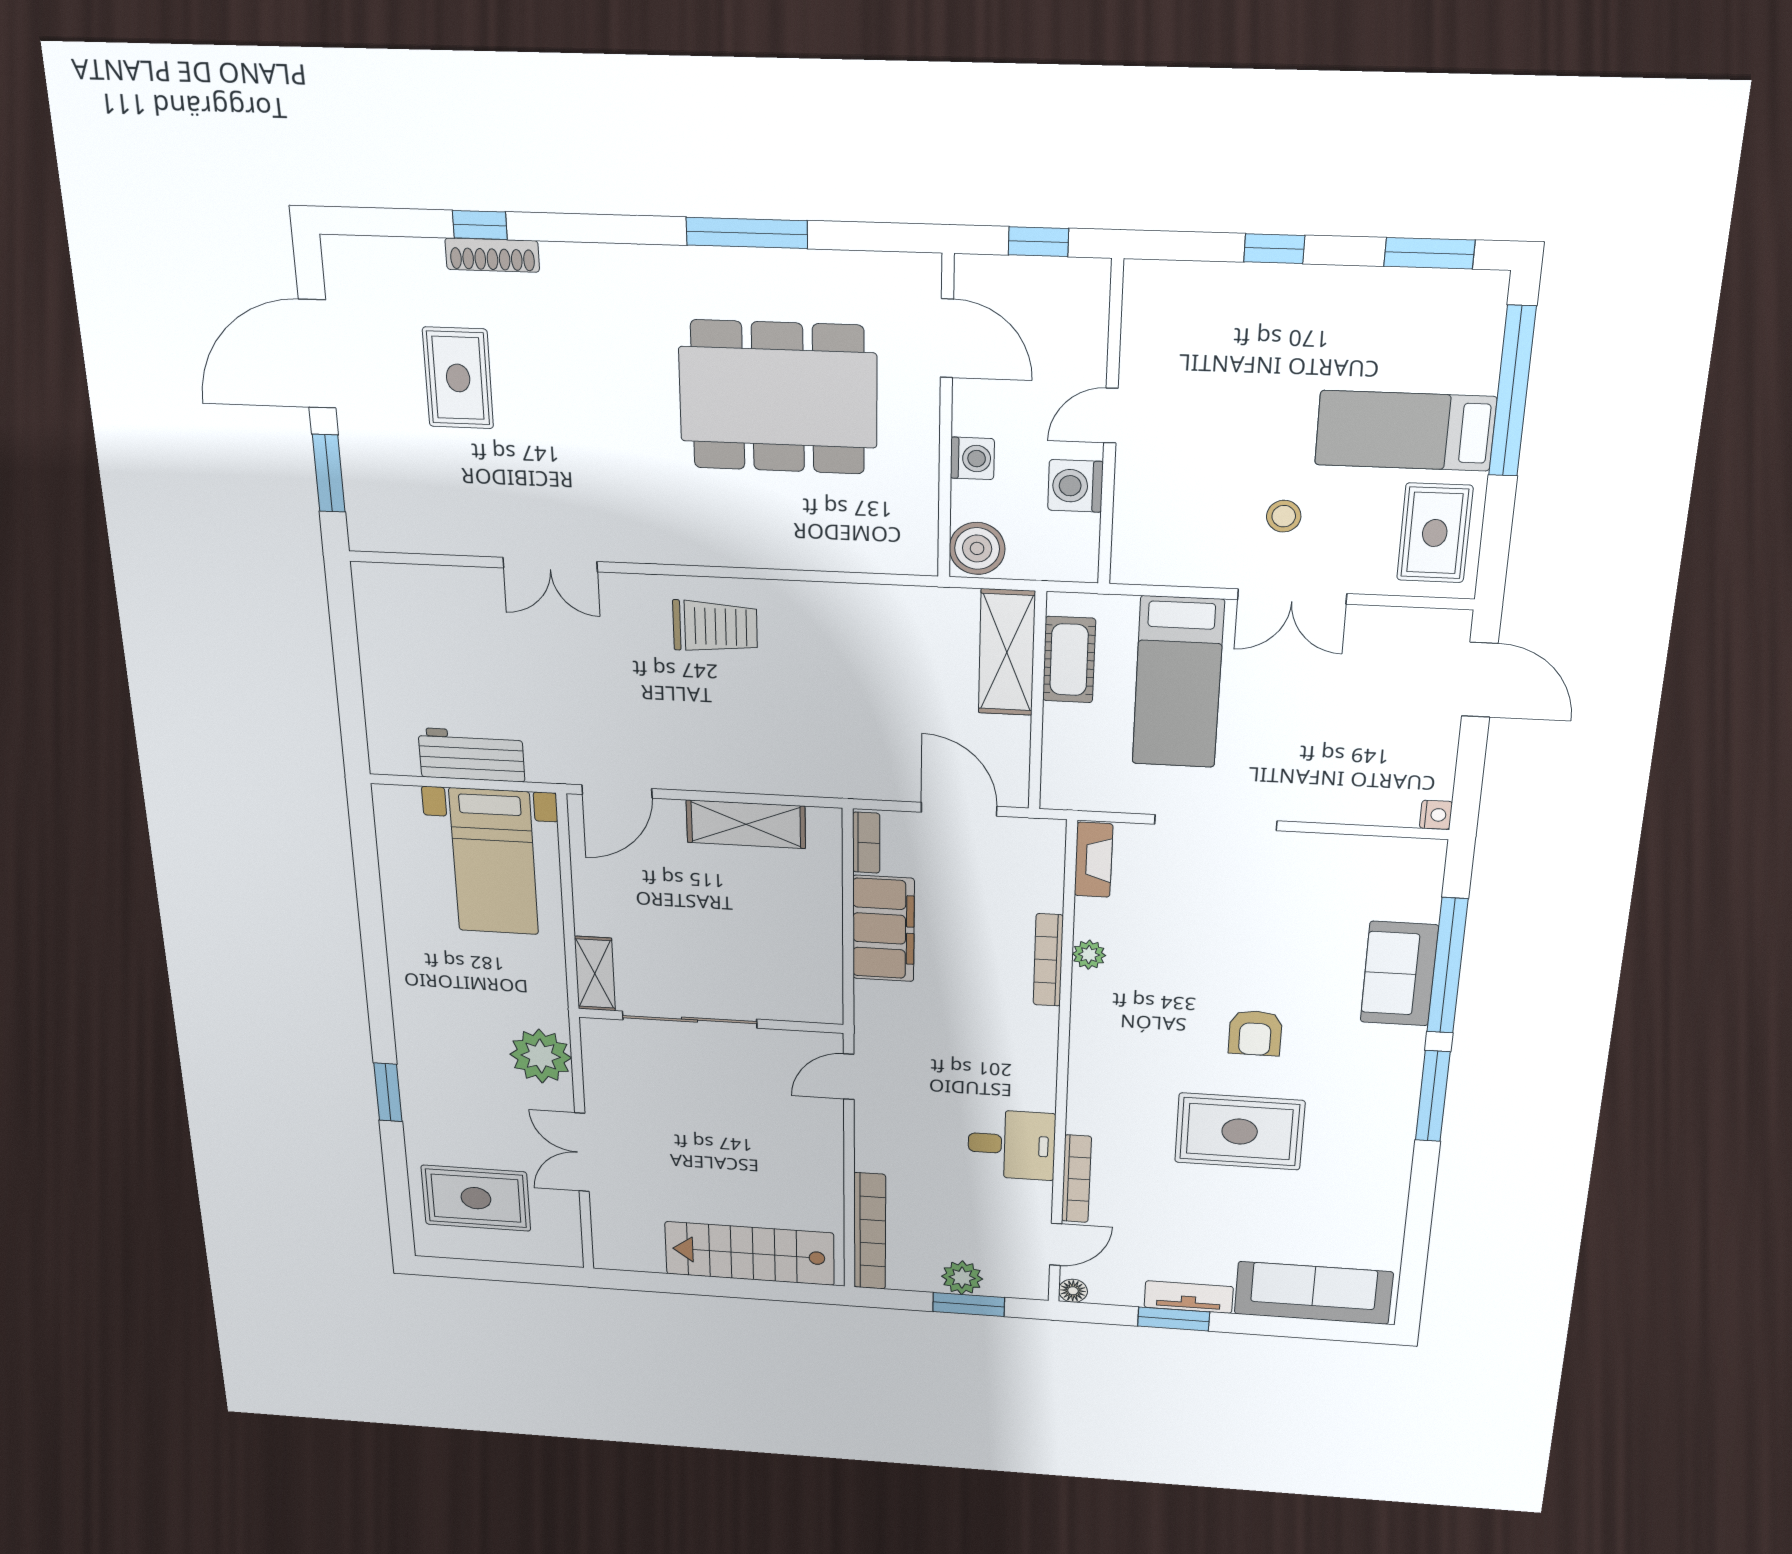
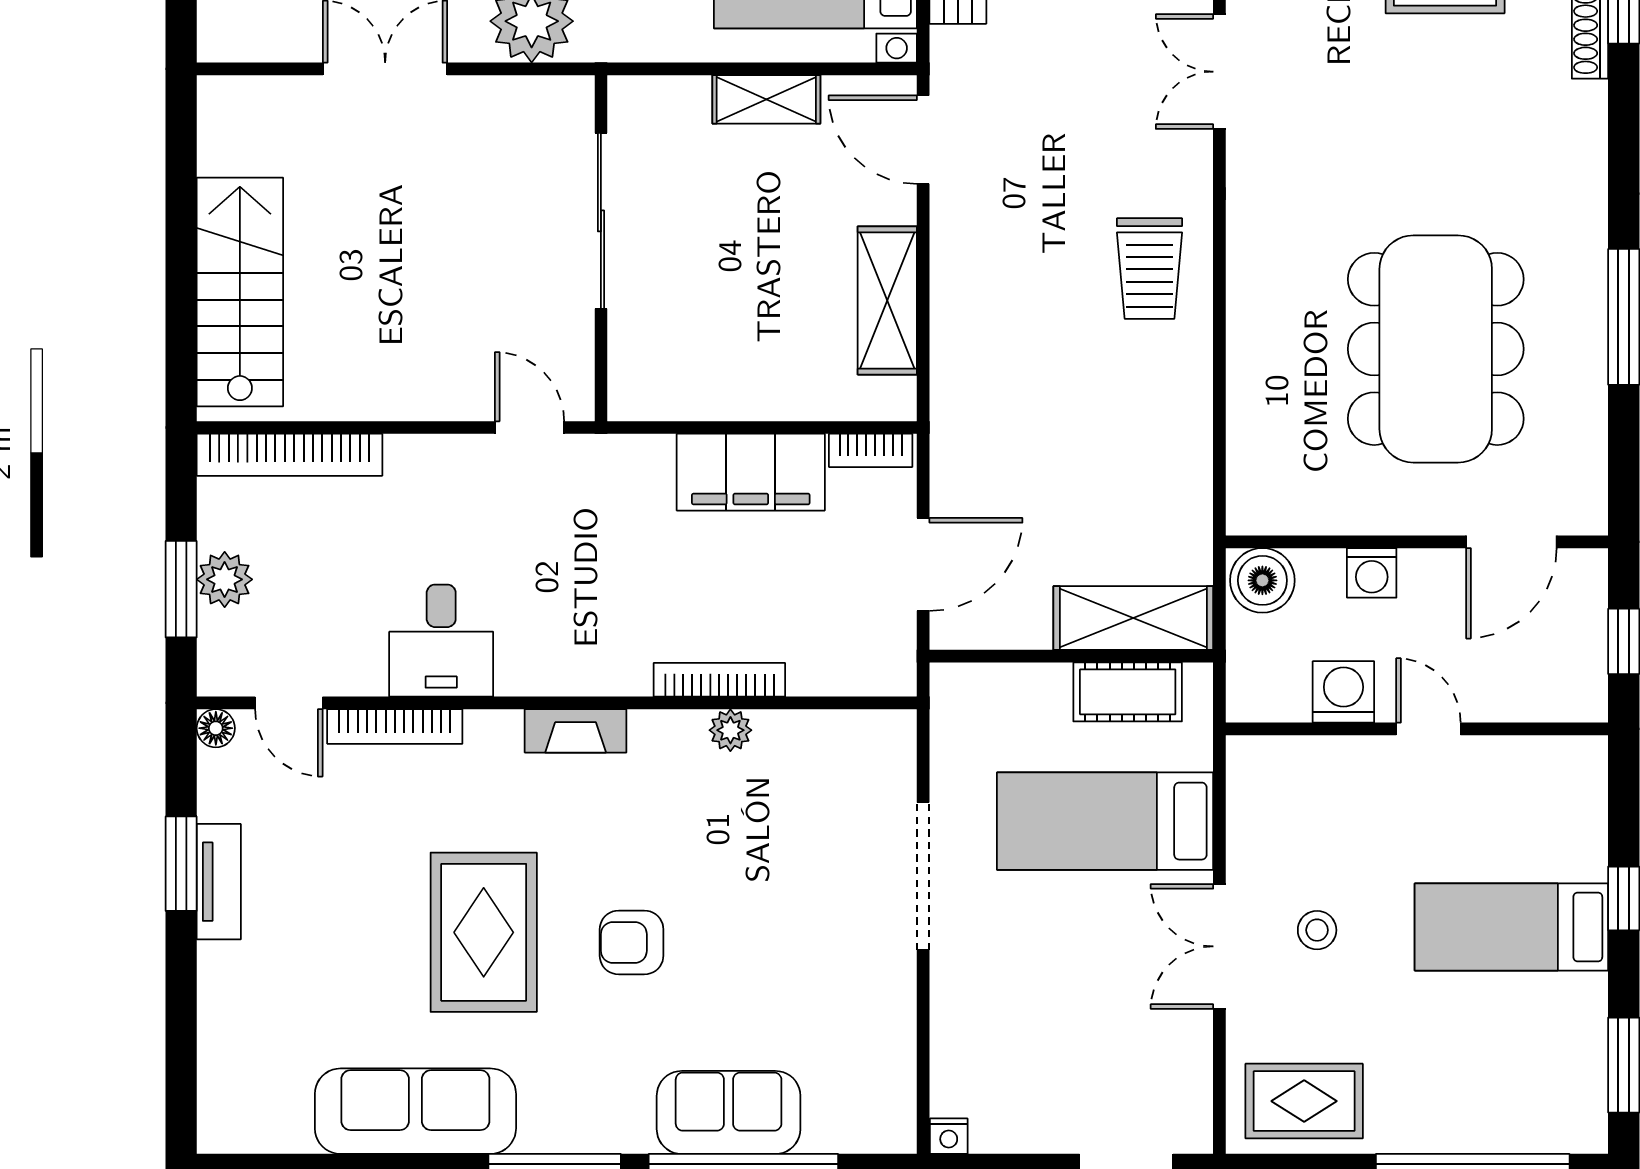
bed: (1405, 431) -> (1511, 927), moved, turned -90
fireplace: (1094, 860) -> (576, 731), moved
shelving: (595, 974) -> (766, 99), moved
sofa: (1313, 1293) -> (415, 1111), moved, turned -90

